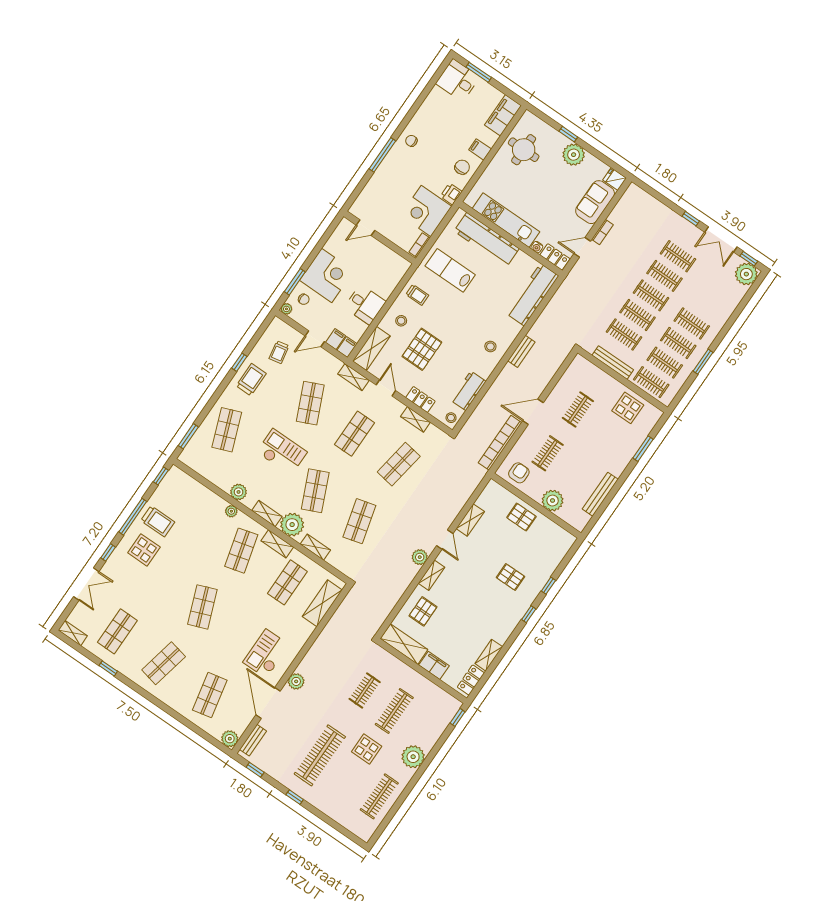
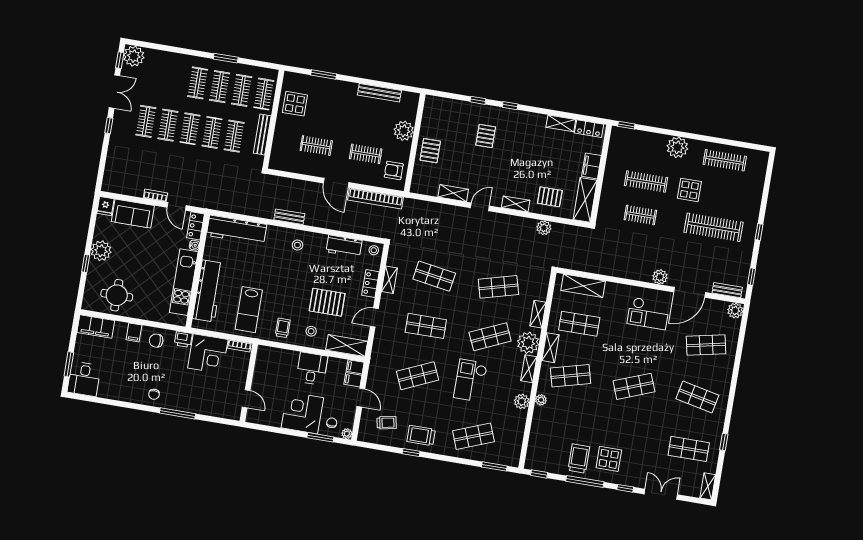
shelving: (354, 377) -> (378, 349), removed
plant: (420, 557) -> (544, 228), moved

